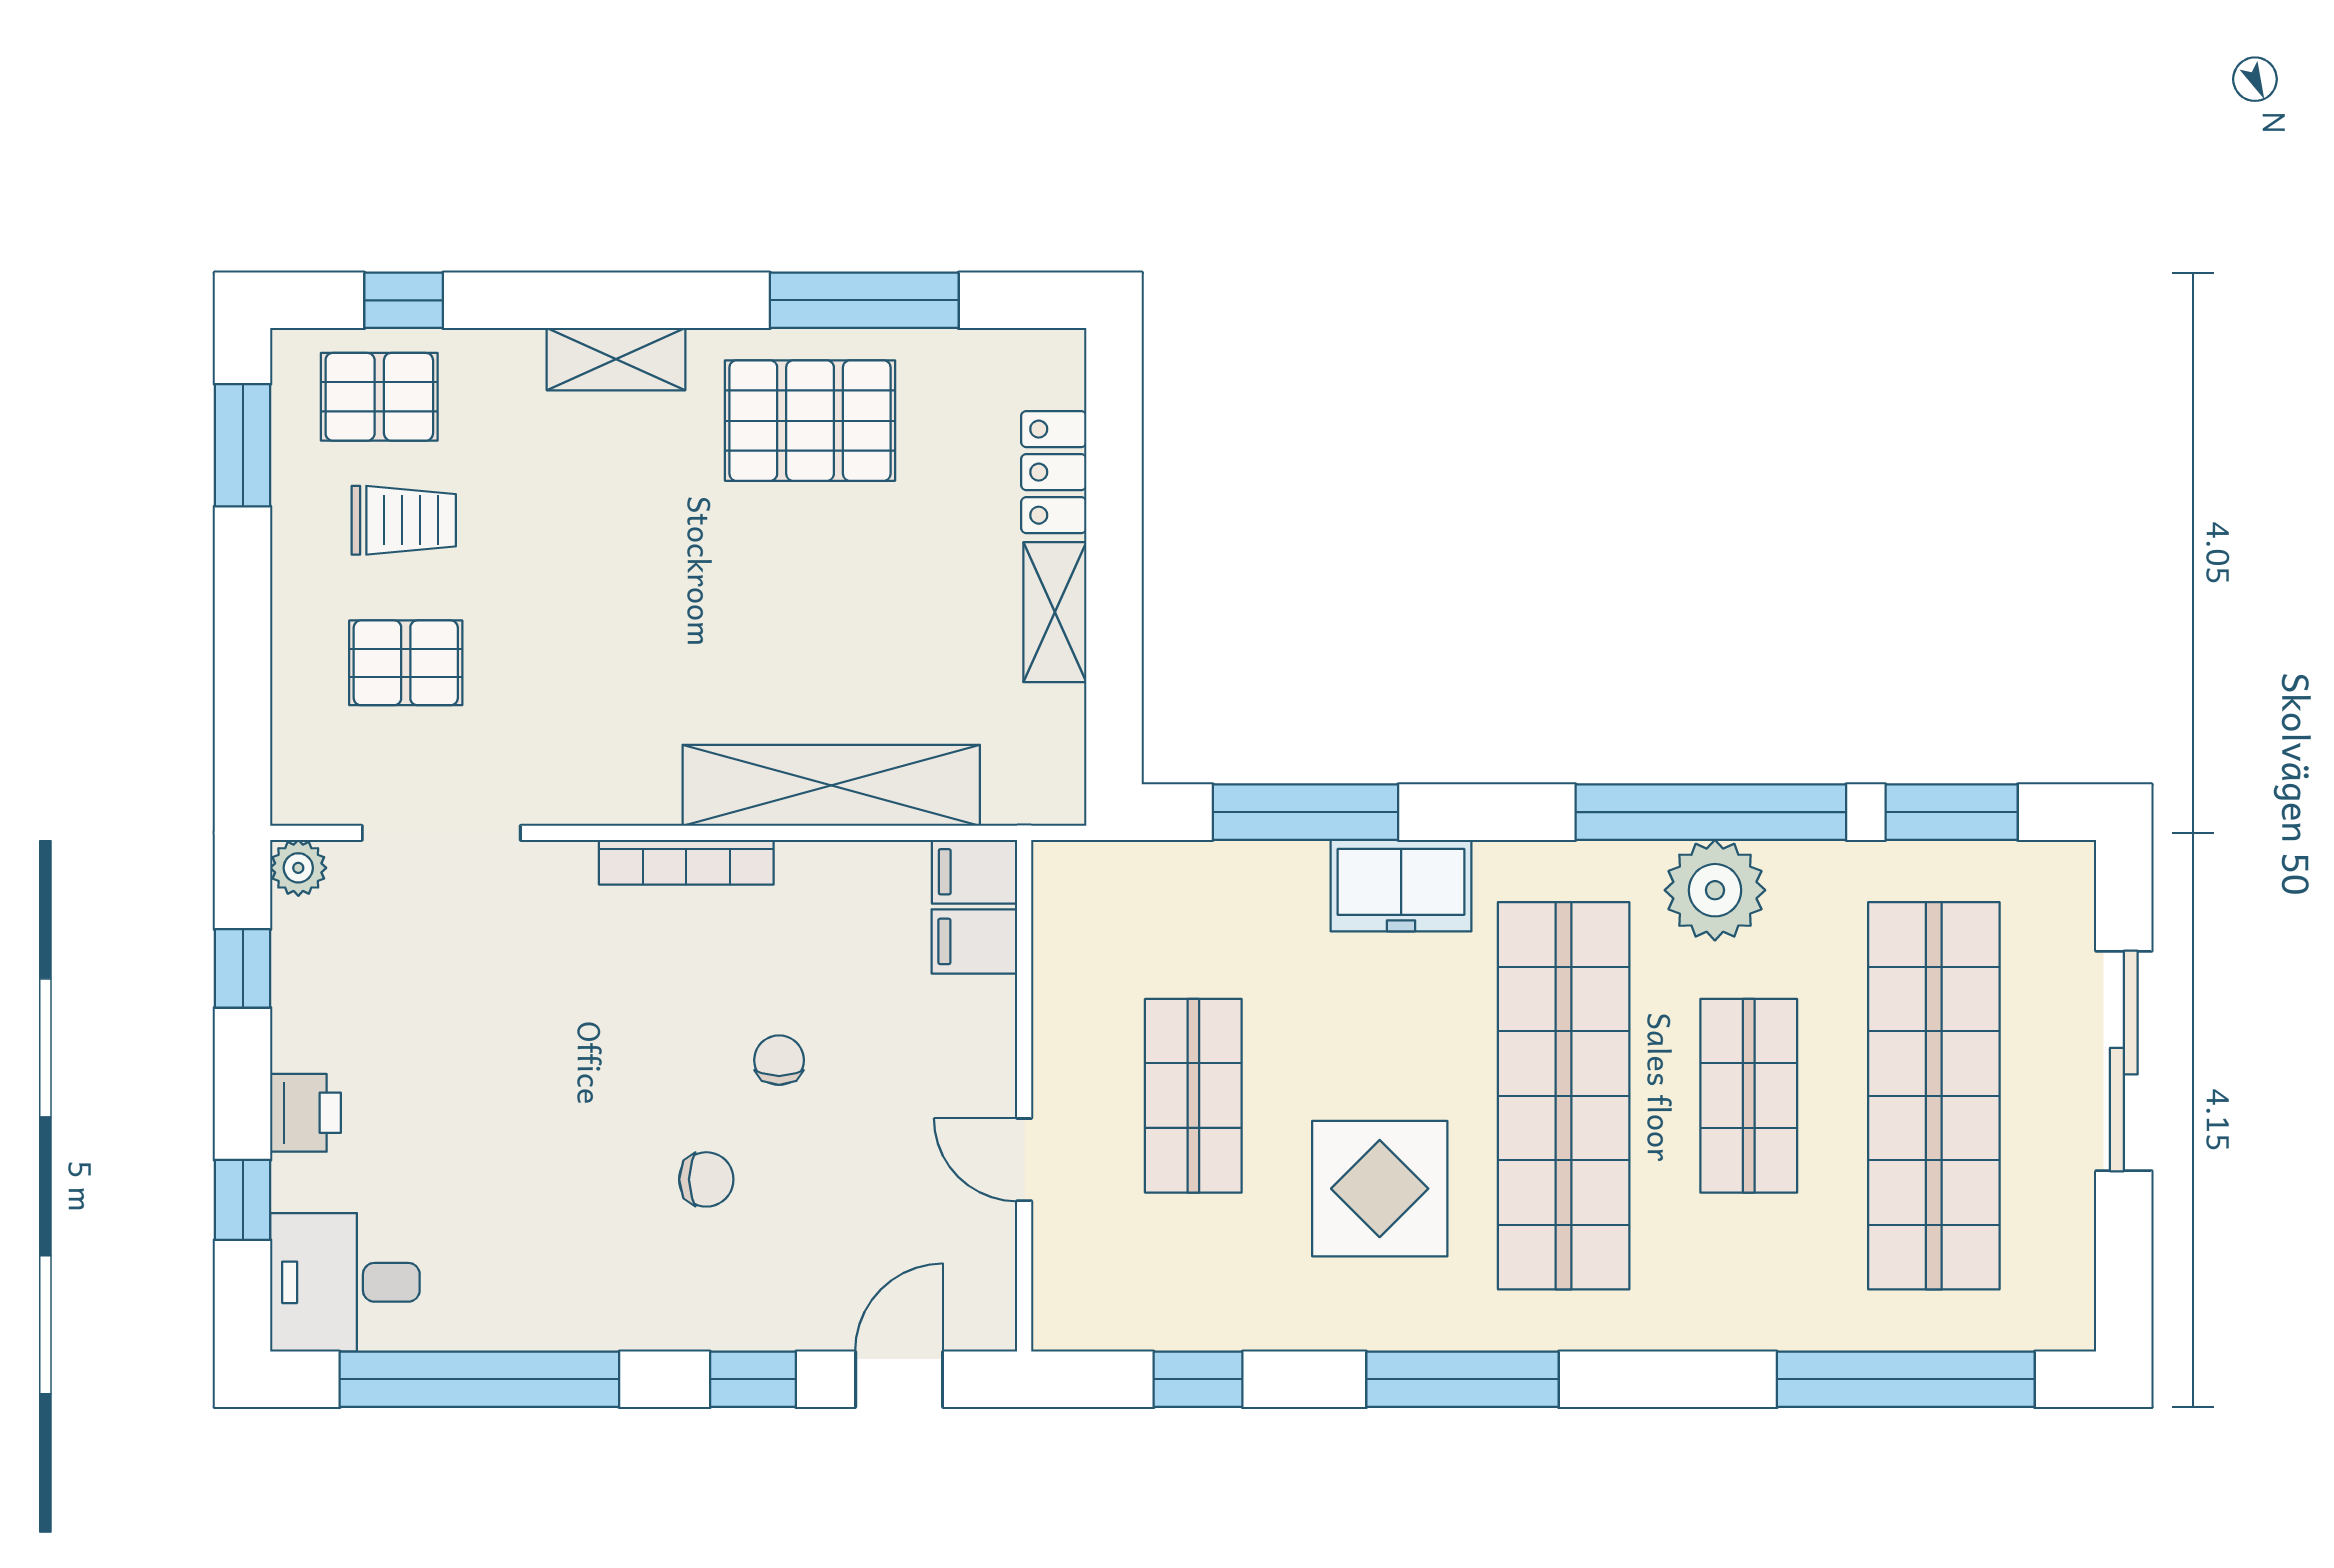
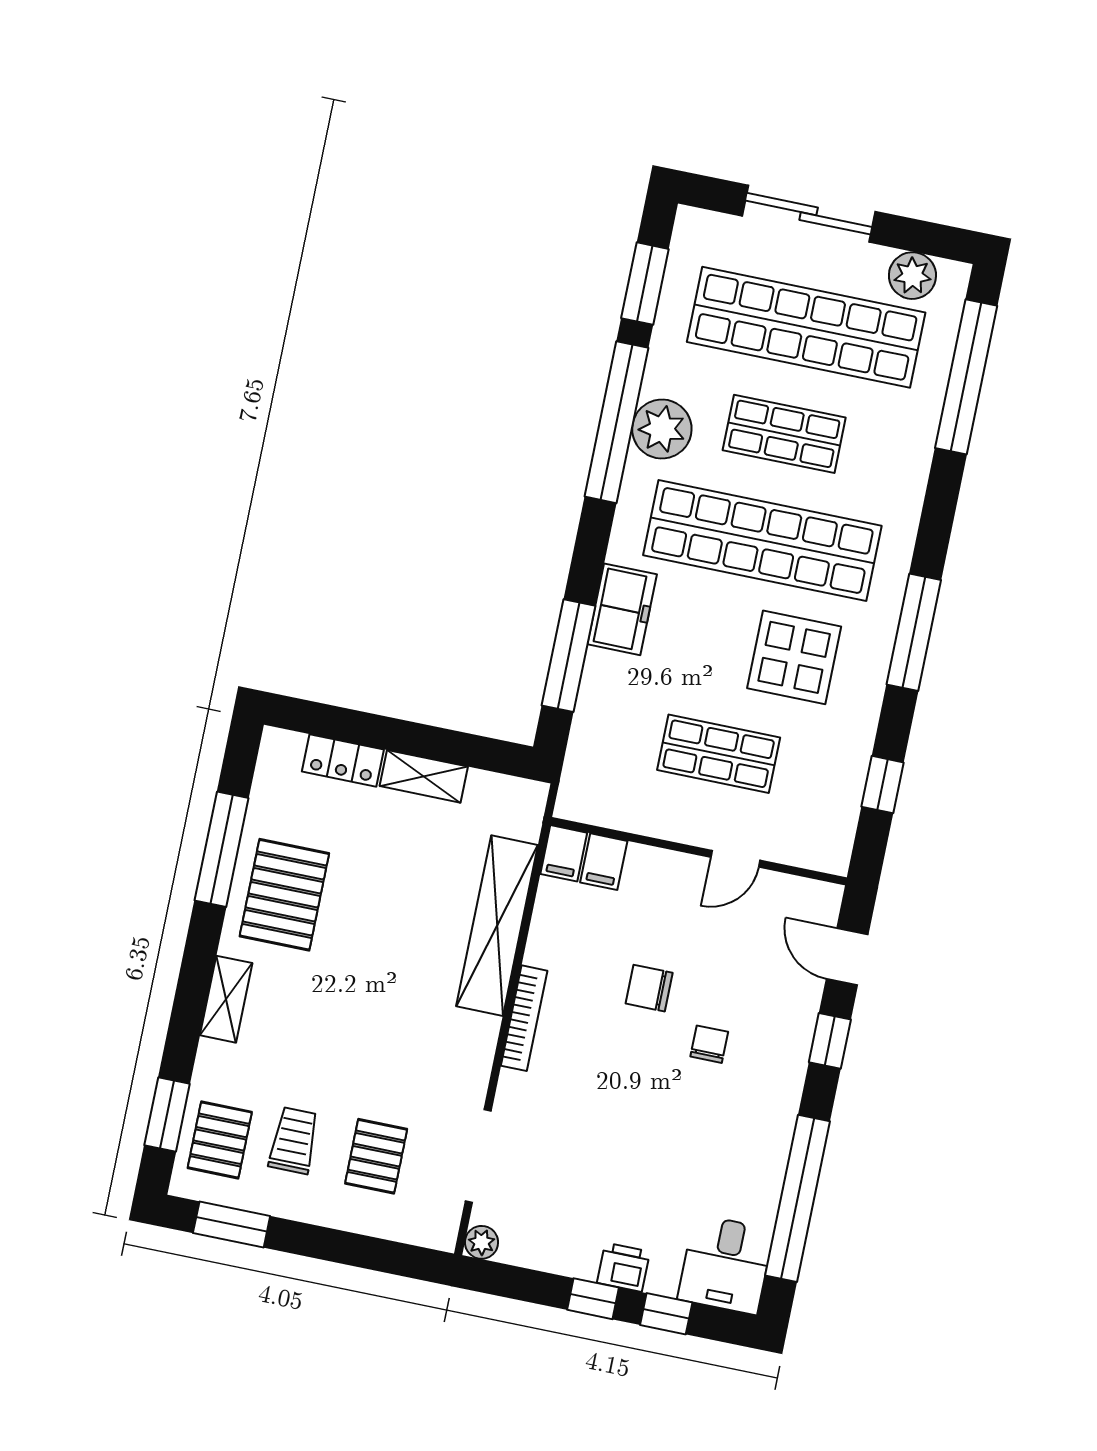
window: (404, 300) -> (167, 1115), width x1.50
window: (243, 968) -> (593, 1299), moved
chair: (779, 1060) -> (649, 988), width x1.37, depth x1.37
plant: (2056, 1255) -> (912, 276), added

